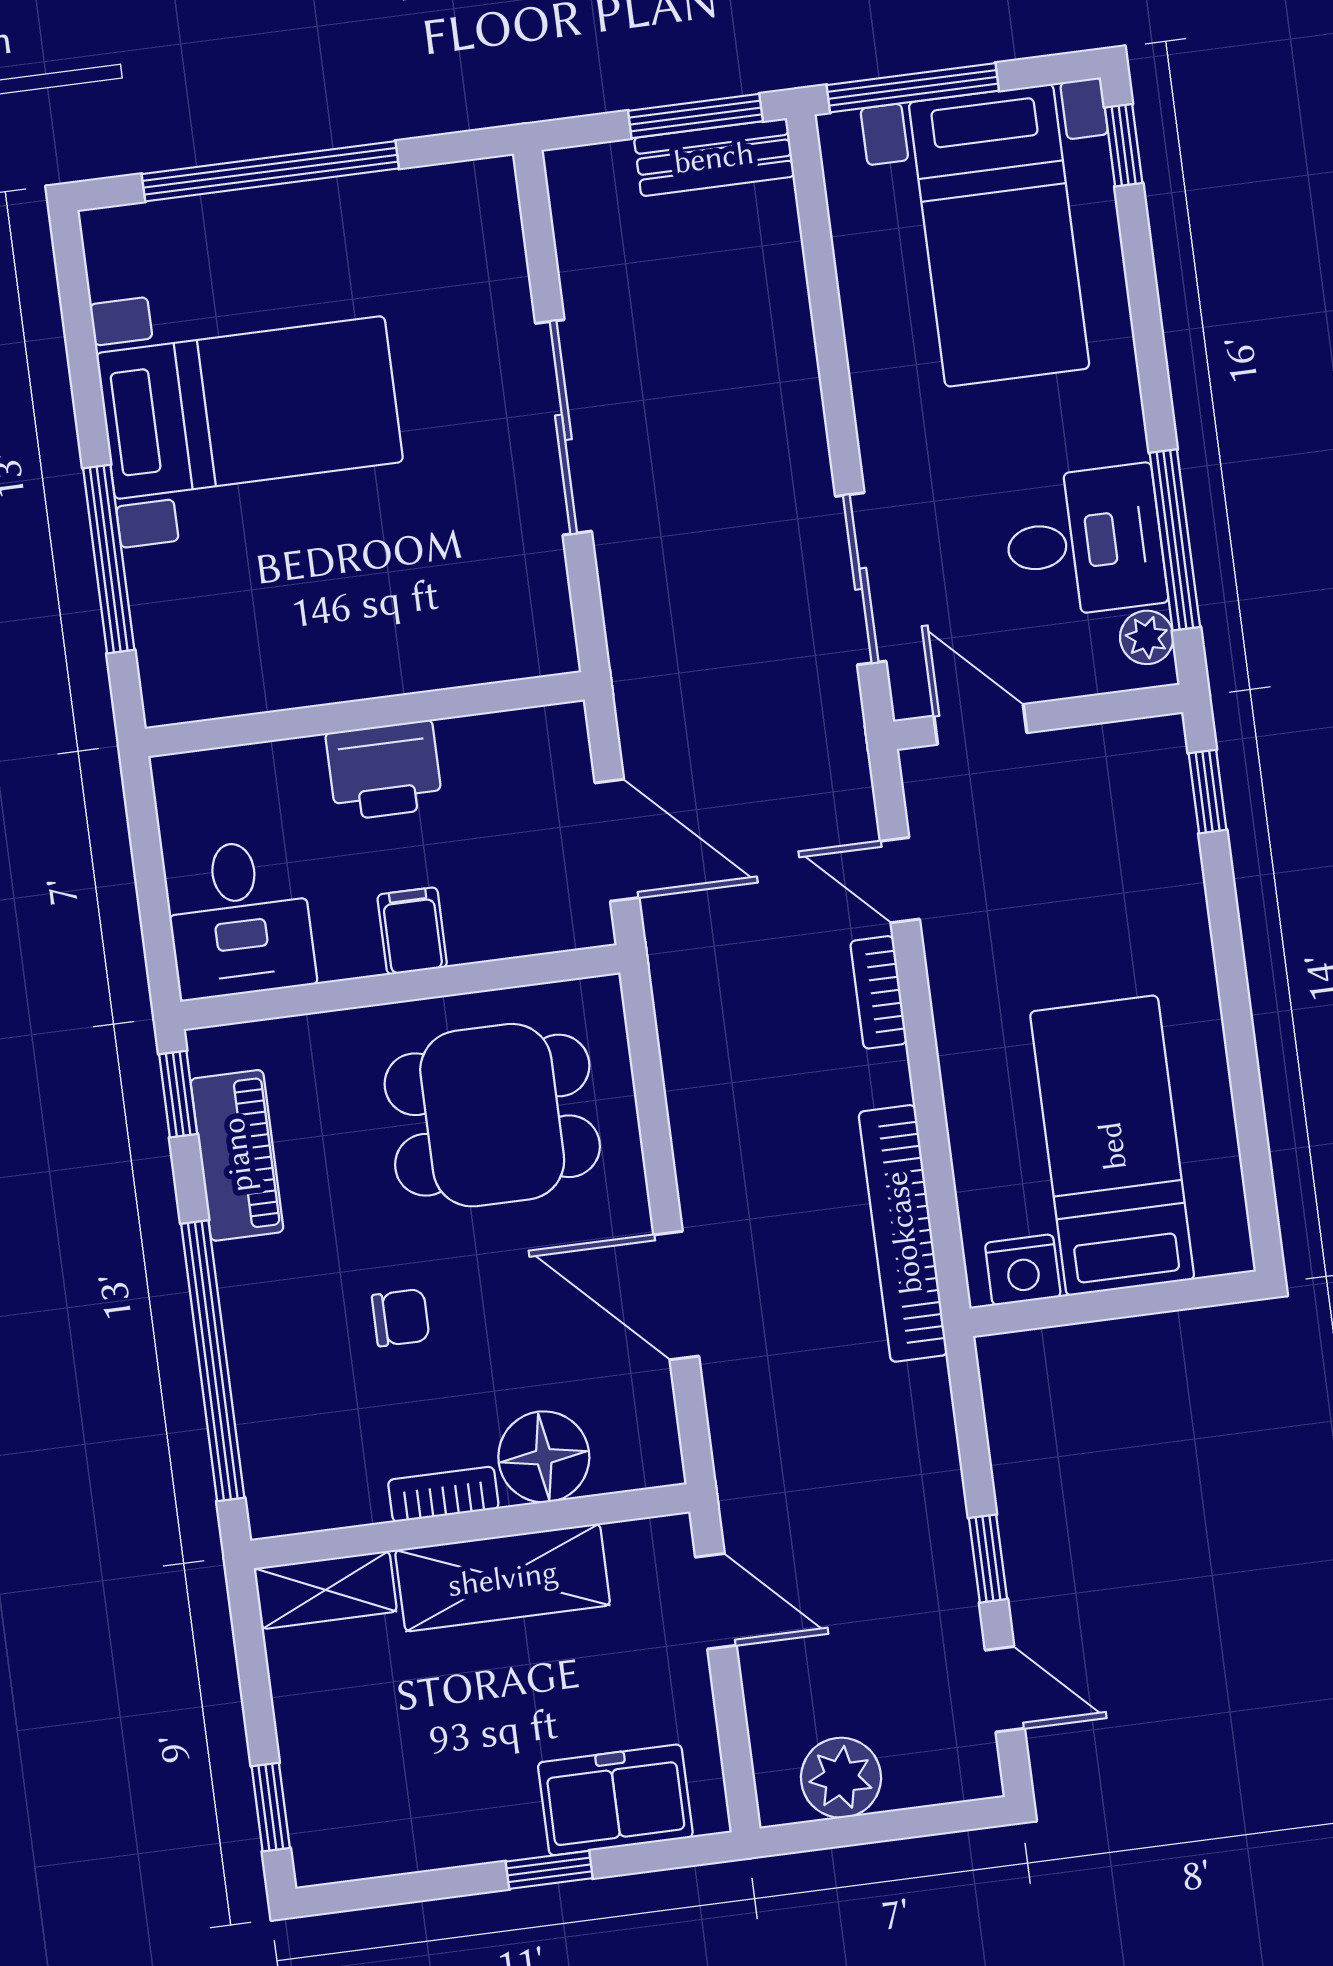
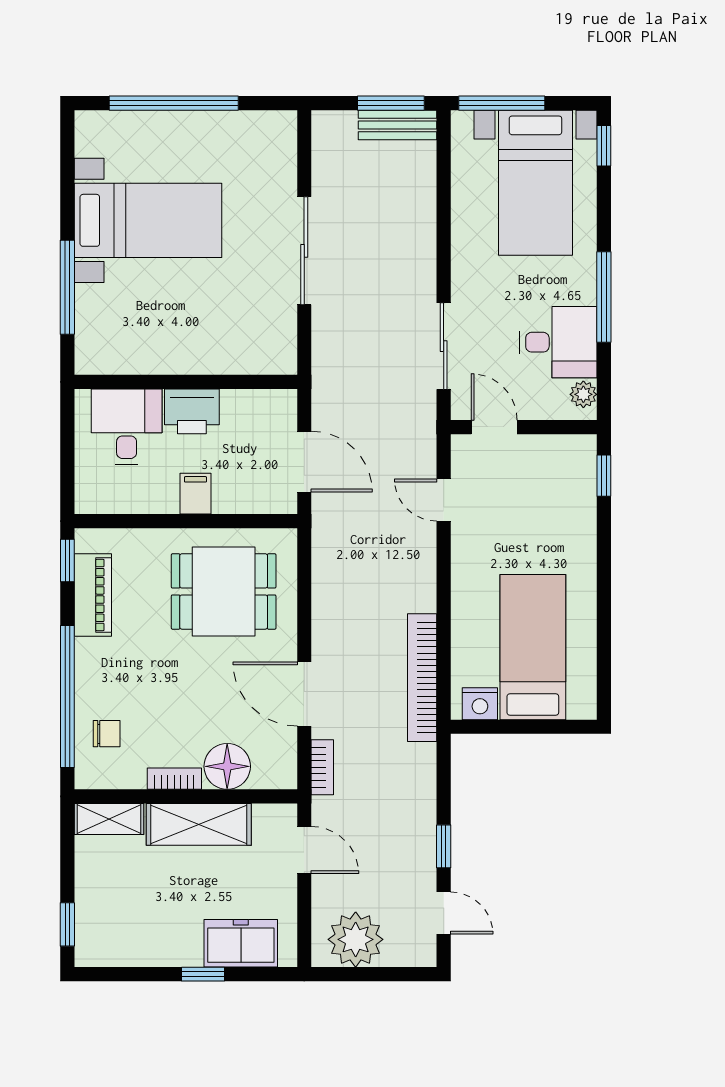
window: (1175, 540) -> (604, 297), moved
desk: (239, 919) -> (127, 427), moved, turned 180
bookcase: (879, 992) -> (322, 767), moved, turned 180
chair: (401, 1318) -> (107, 734), moved
plant: (841, 1778) -> (356, 939), width x1.36, depth x1.36

